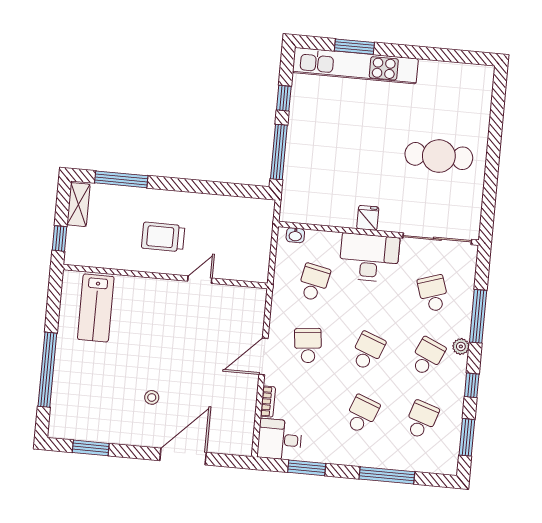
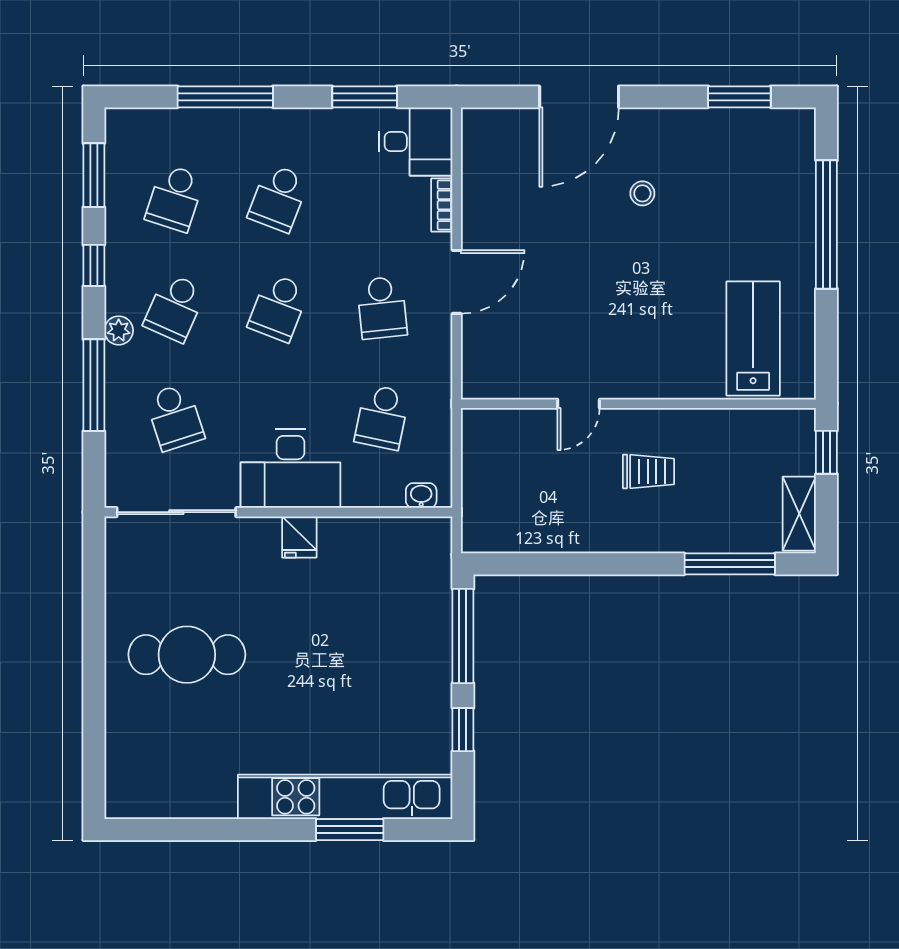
trolley: (163, 237) -> (649, 471), width x0.73, depth x0.72

